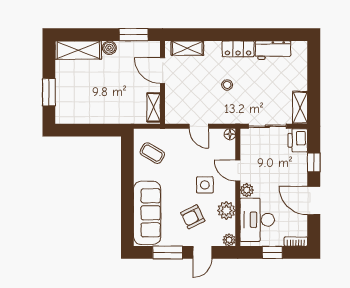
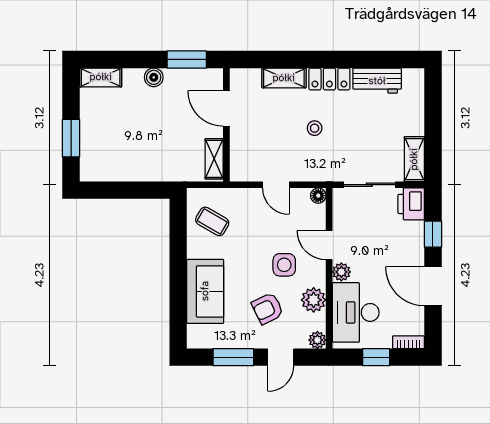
shelving: (187, 48) -> (284, 78), moved
shelving: (78, 50) -> (101, 77), width x0.67, depth x0.75
sofa: (147, 213) -> (205, 291), width x0.73

